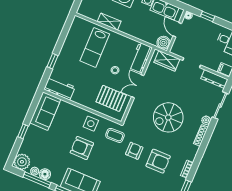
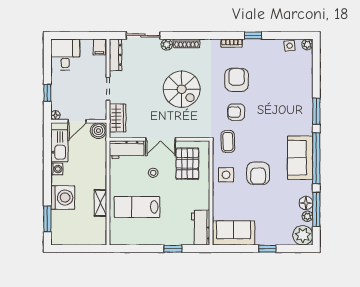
lab bench: (95, 47) -> (137, 207), turned 180

